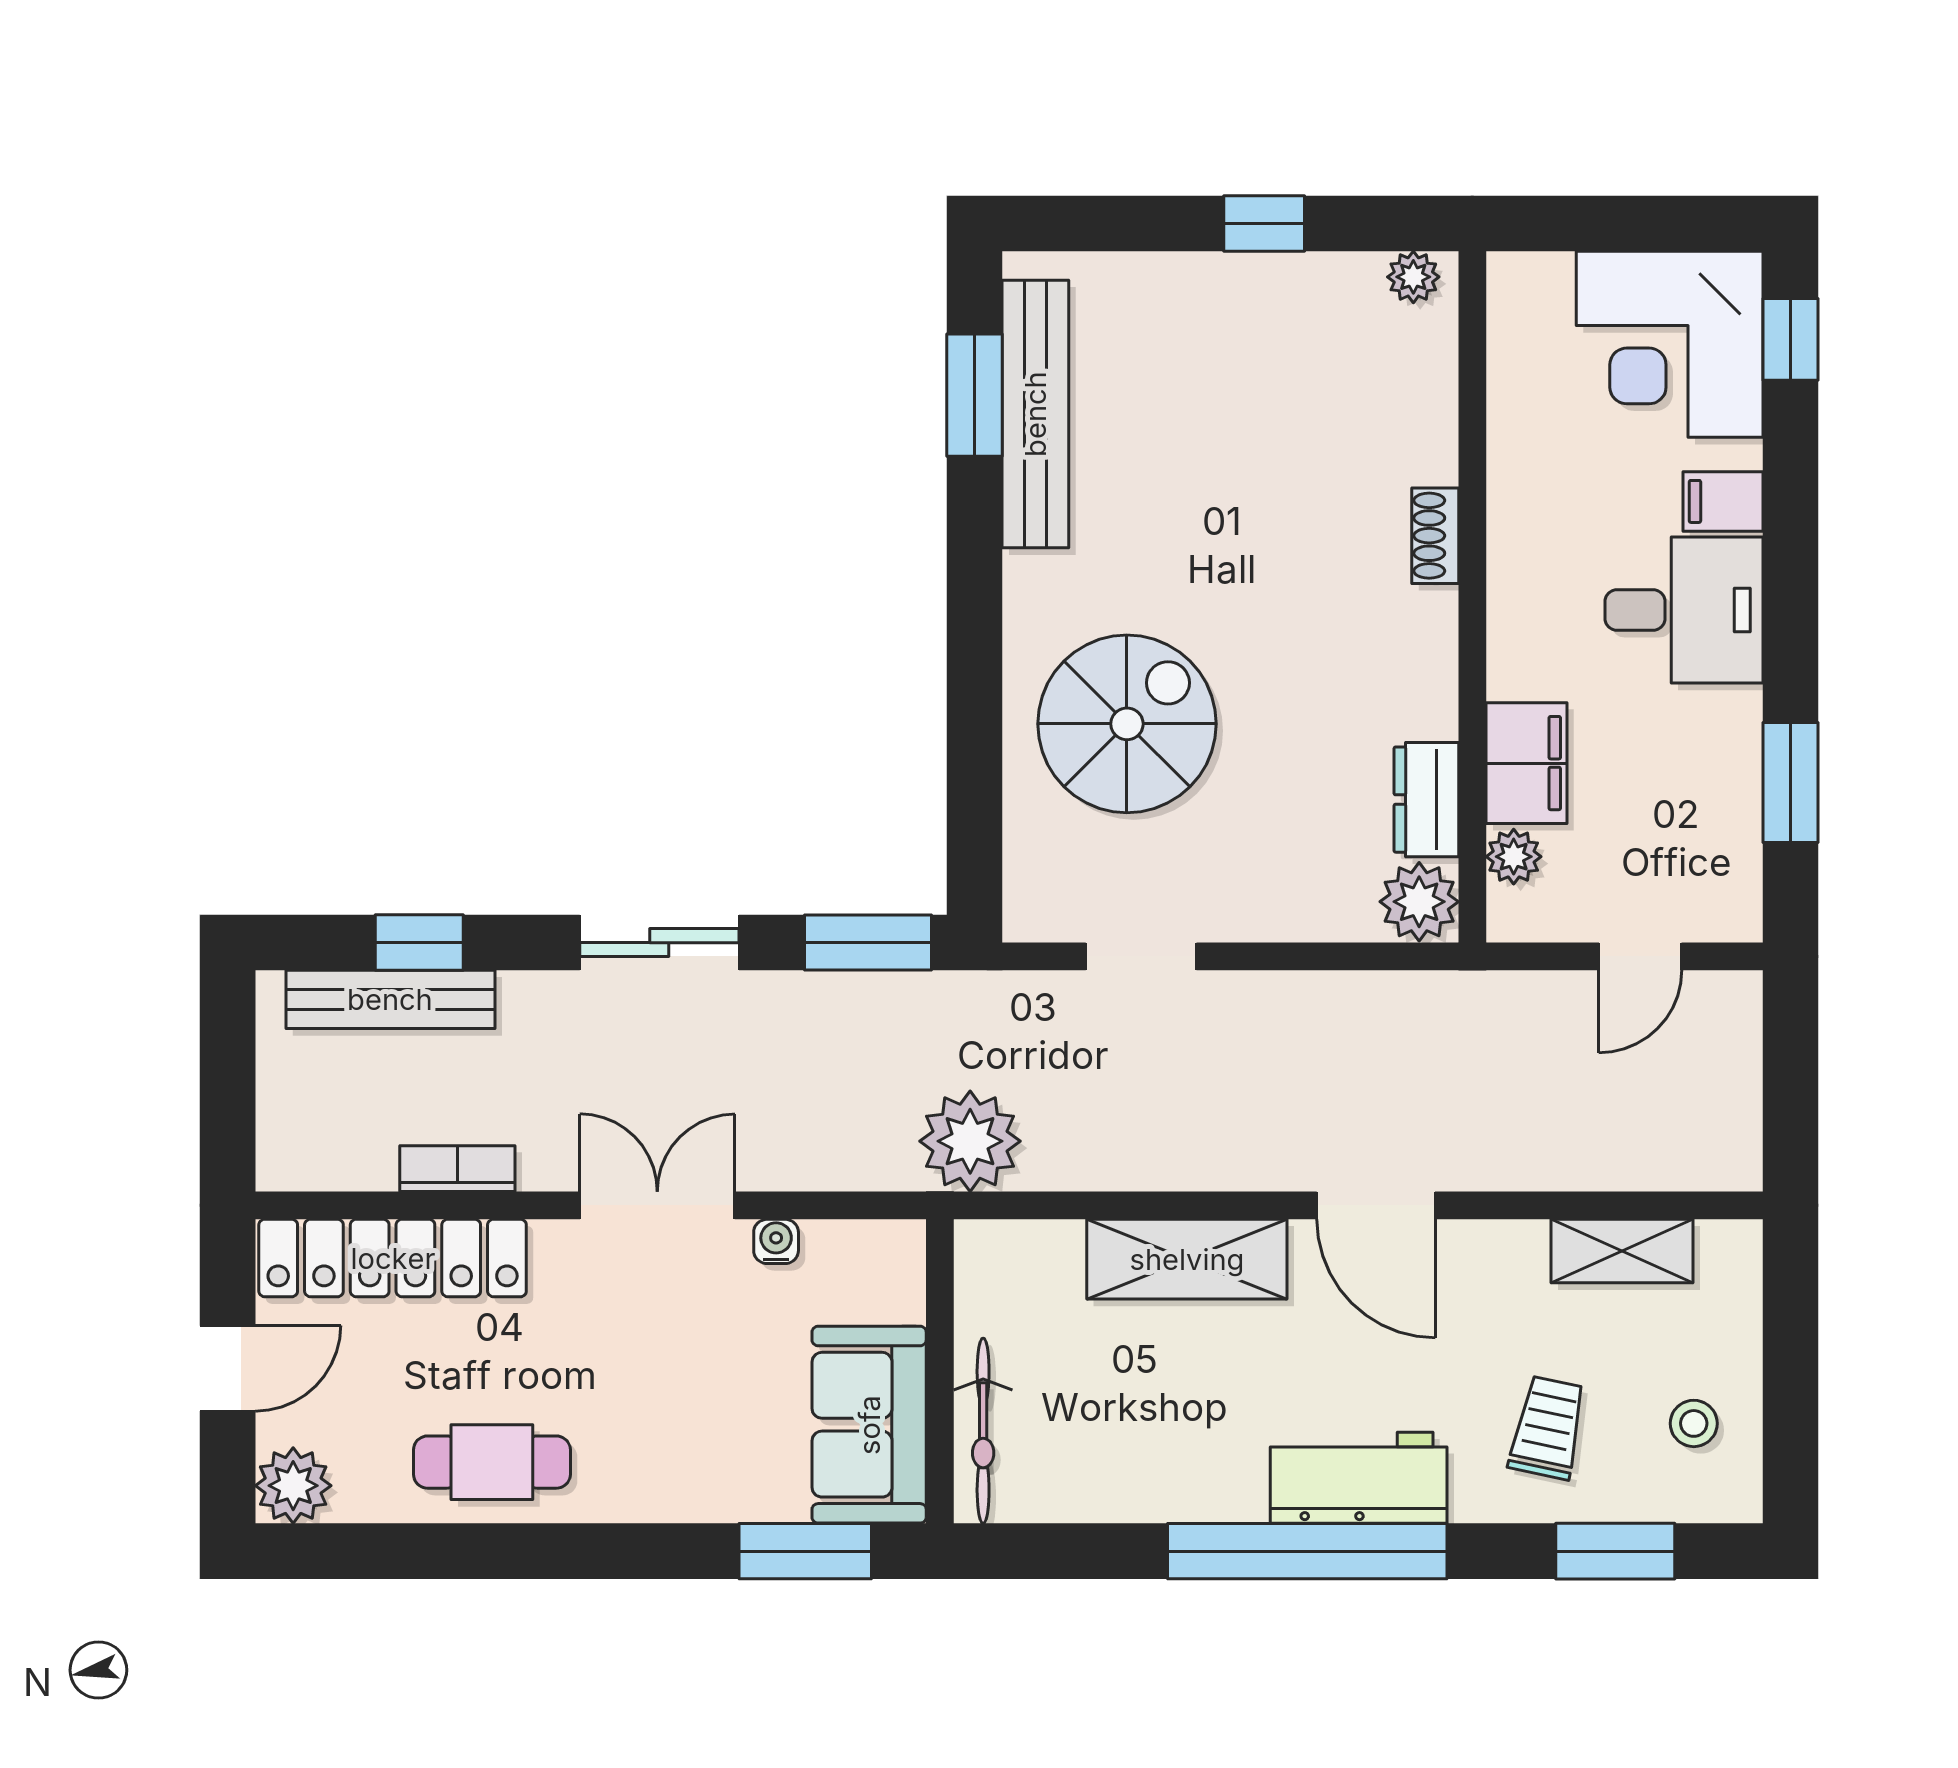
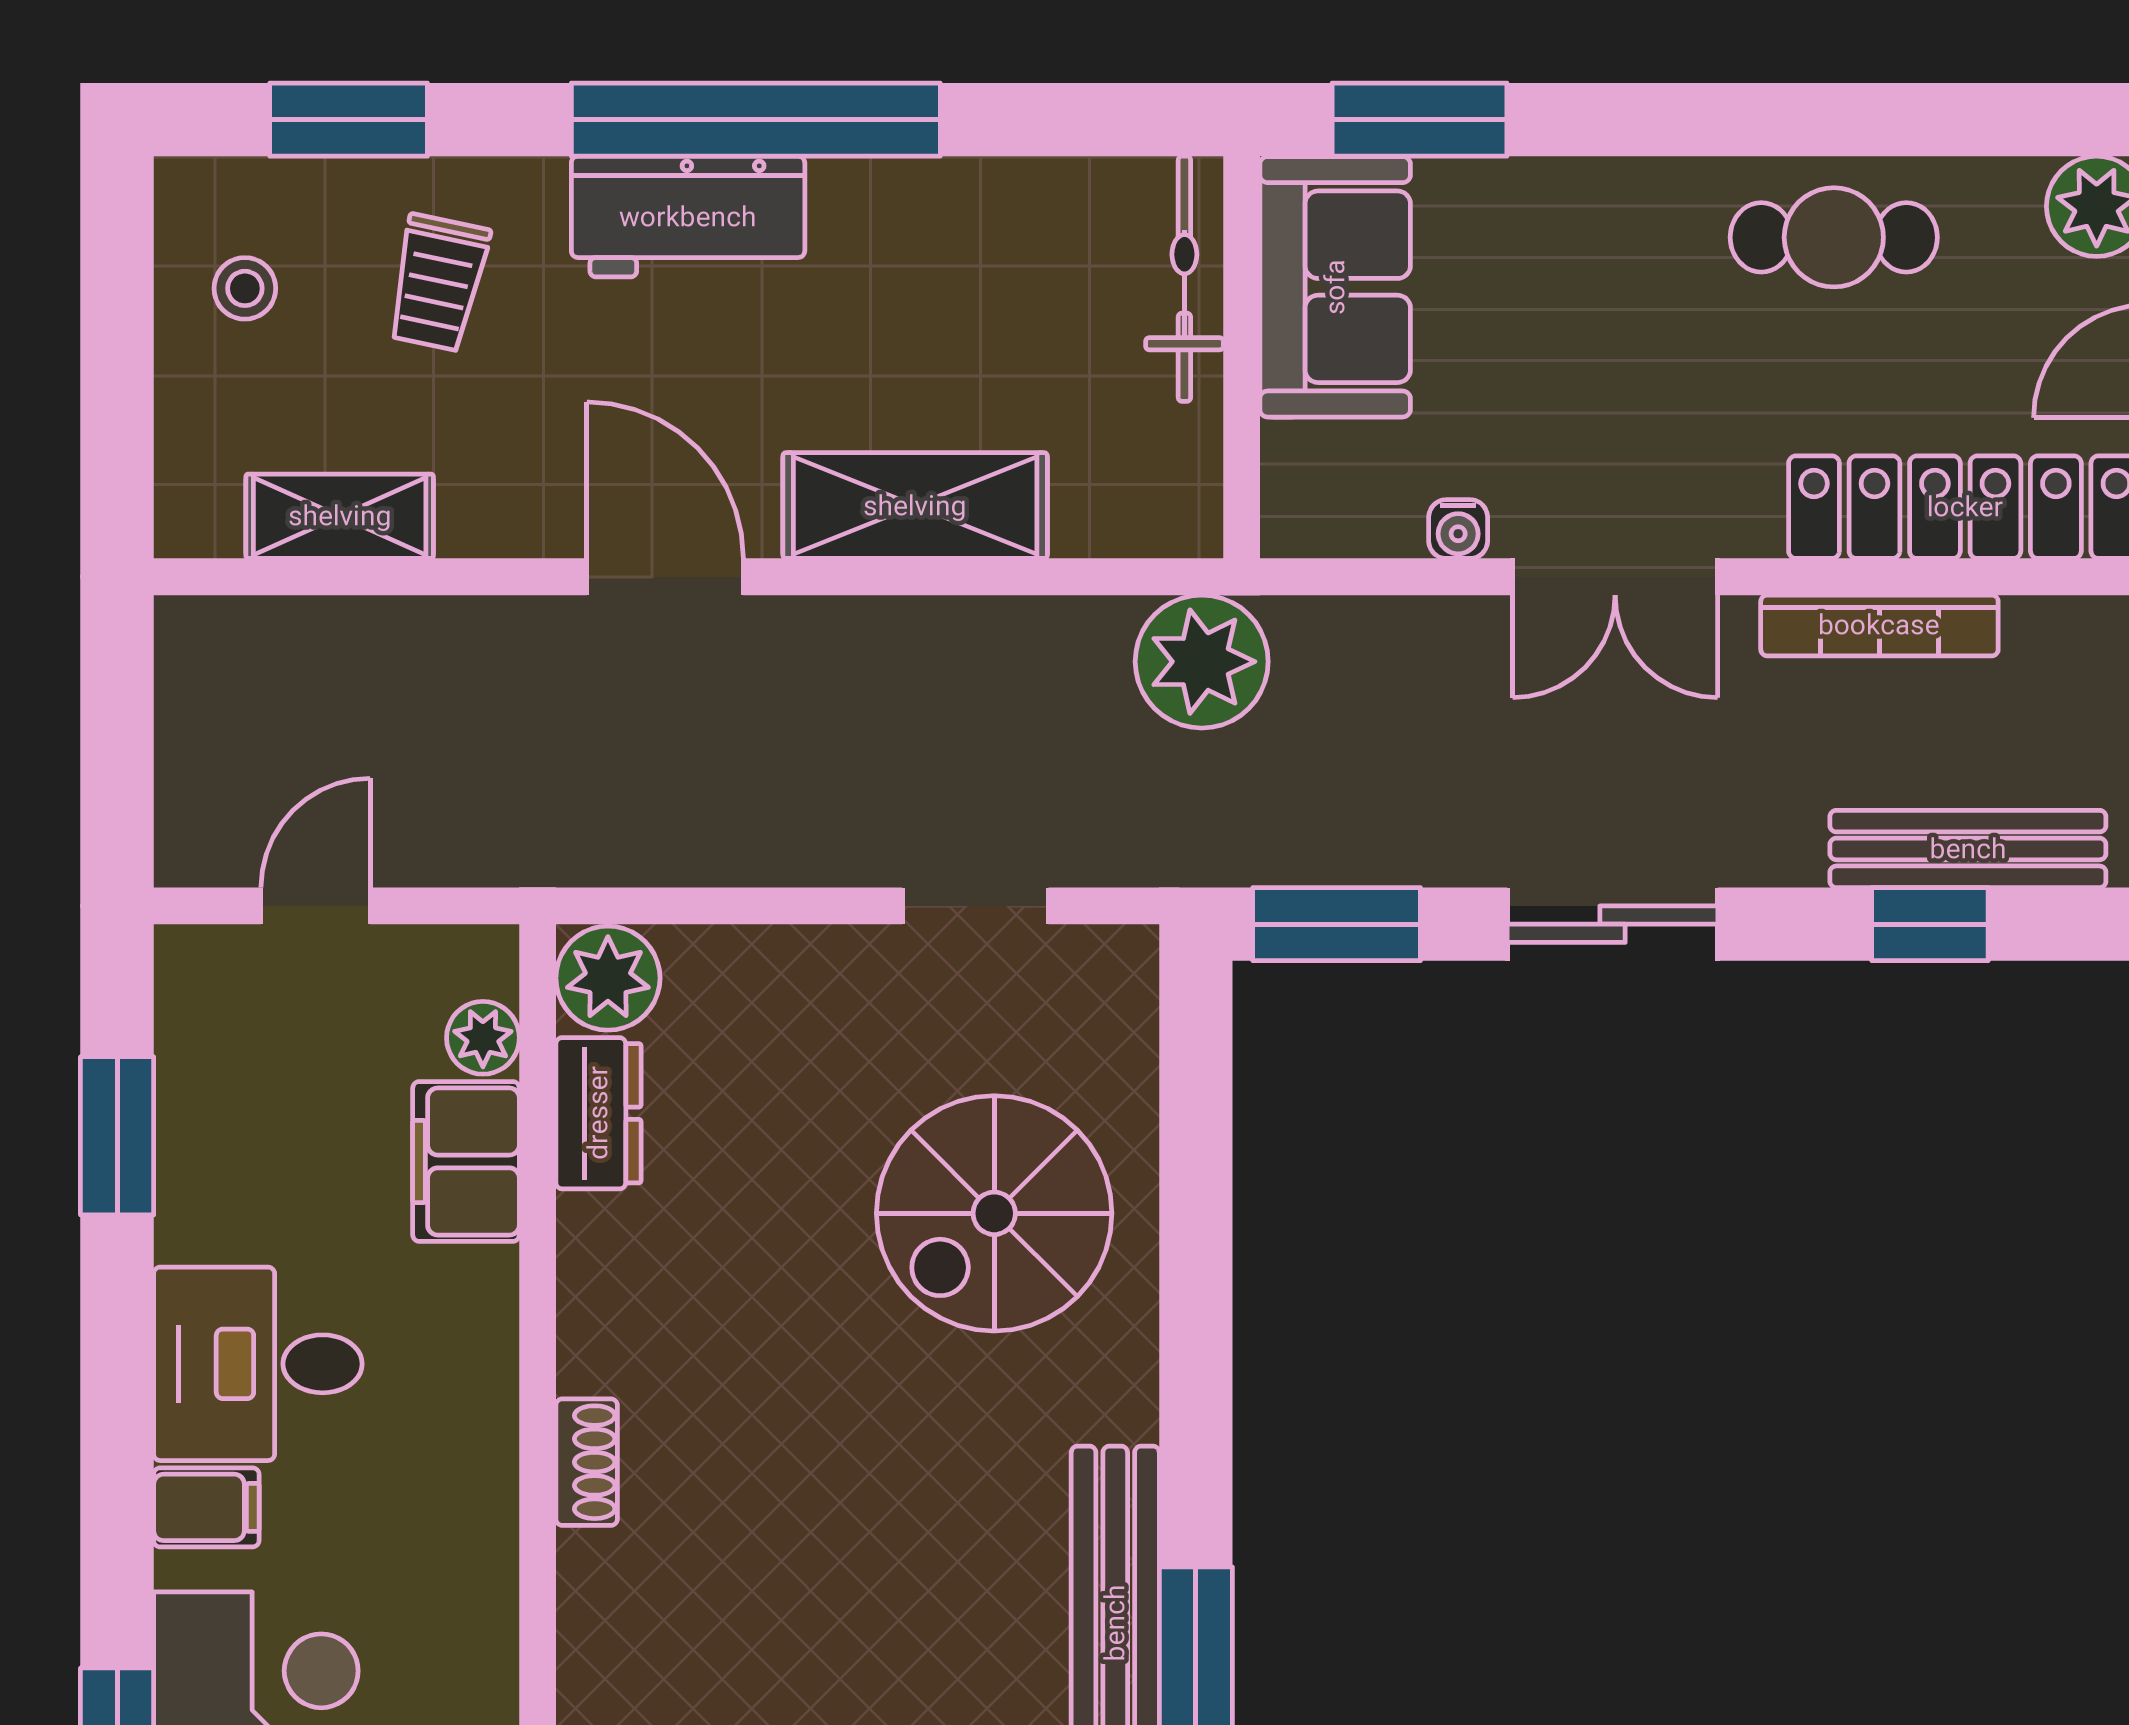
bookcase: (457, 1169) -> (1879, 625), width x1.56

